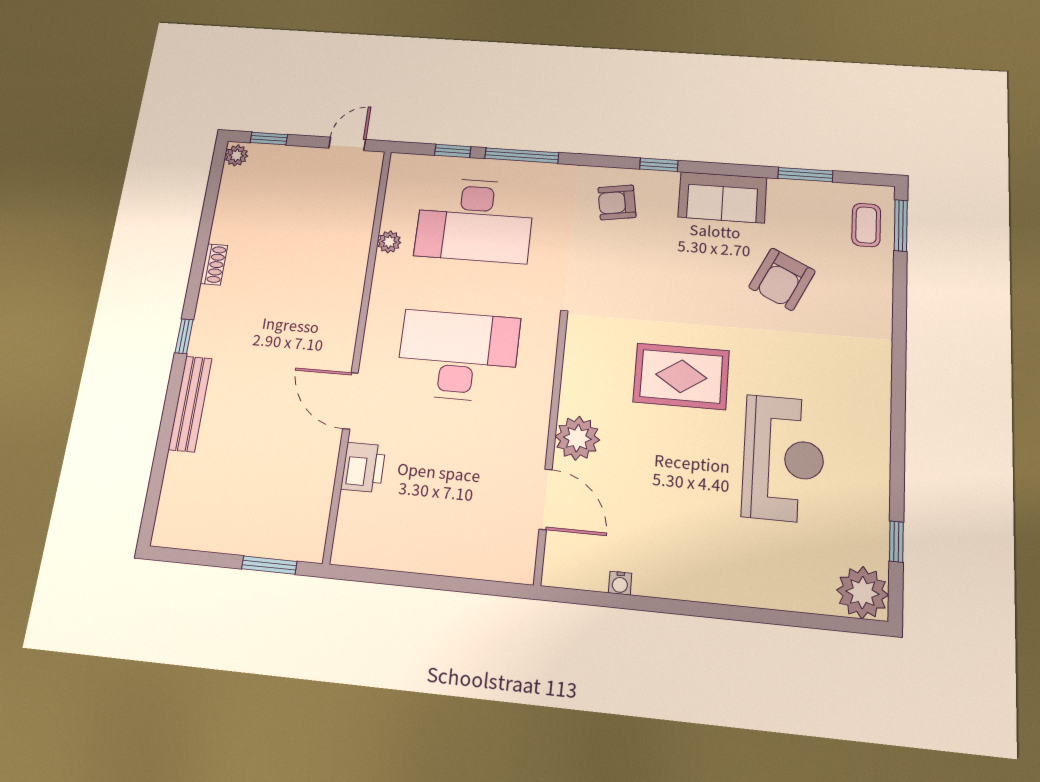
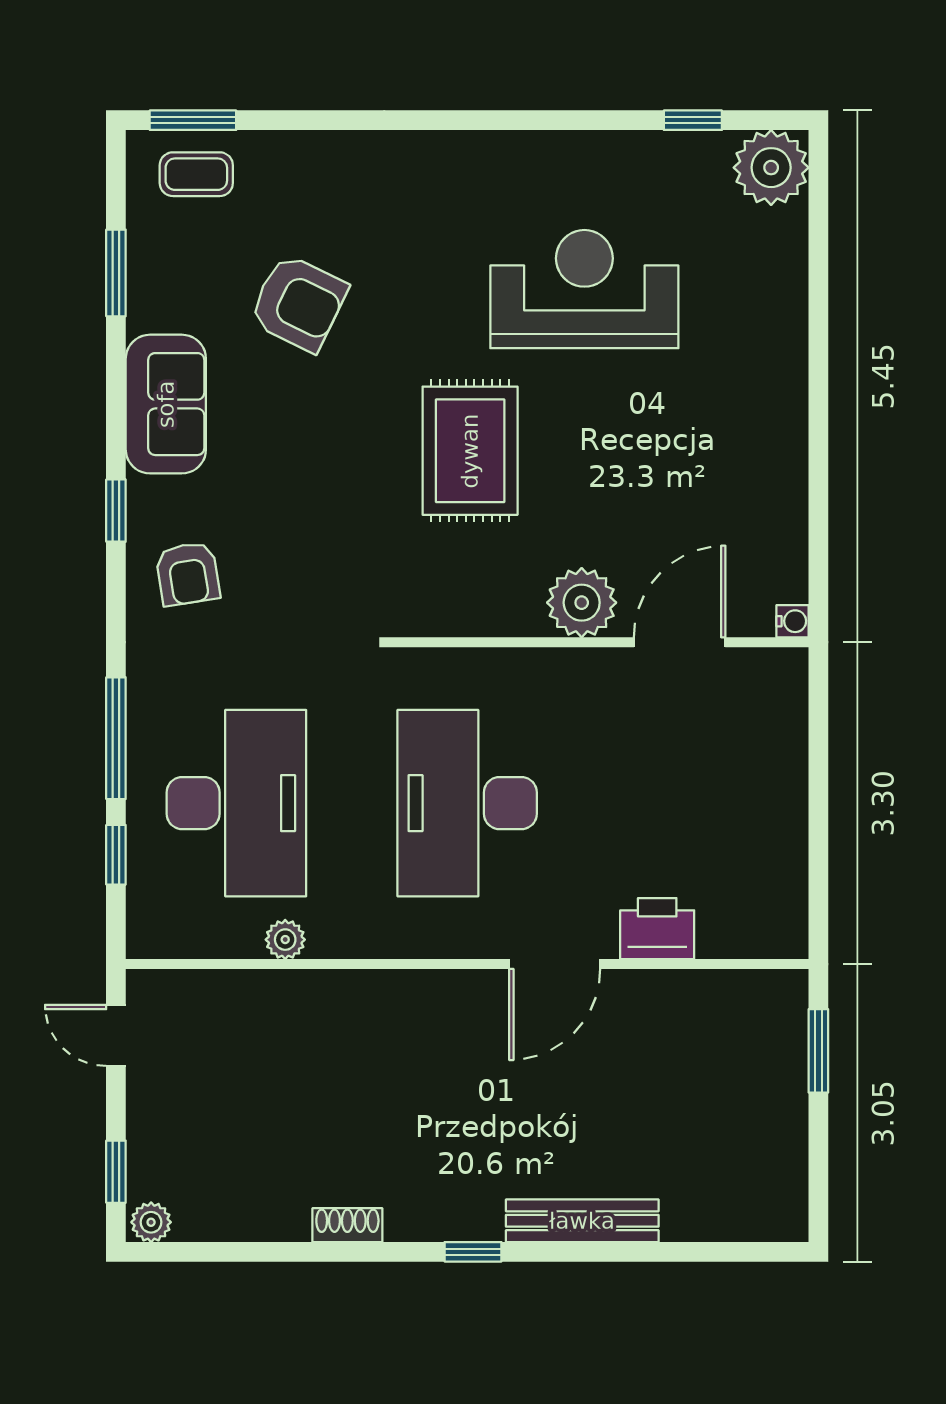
water cooler: (620, 583) -> (793, 621), moved

